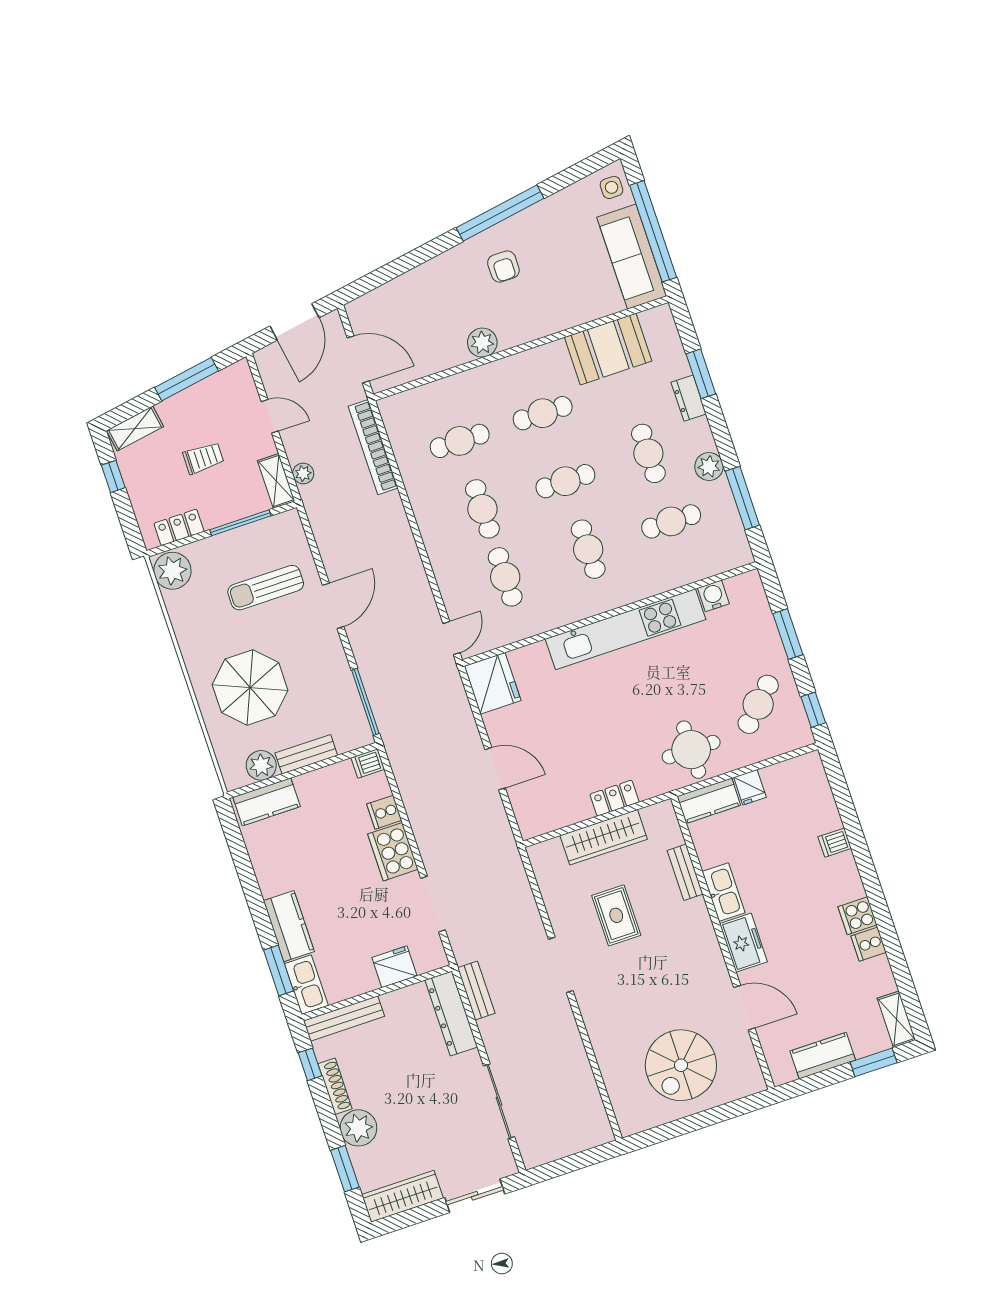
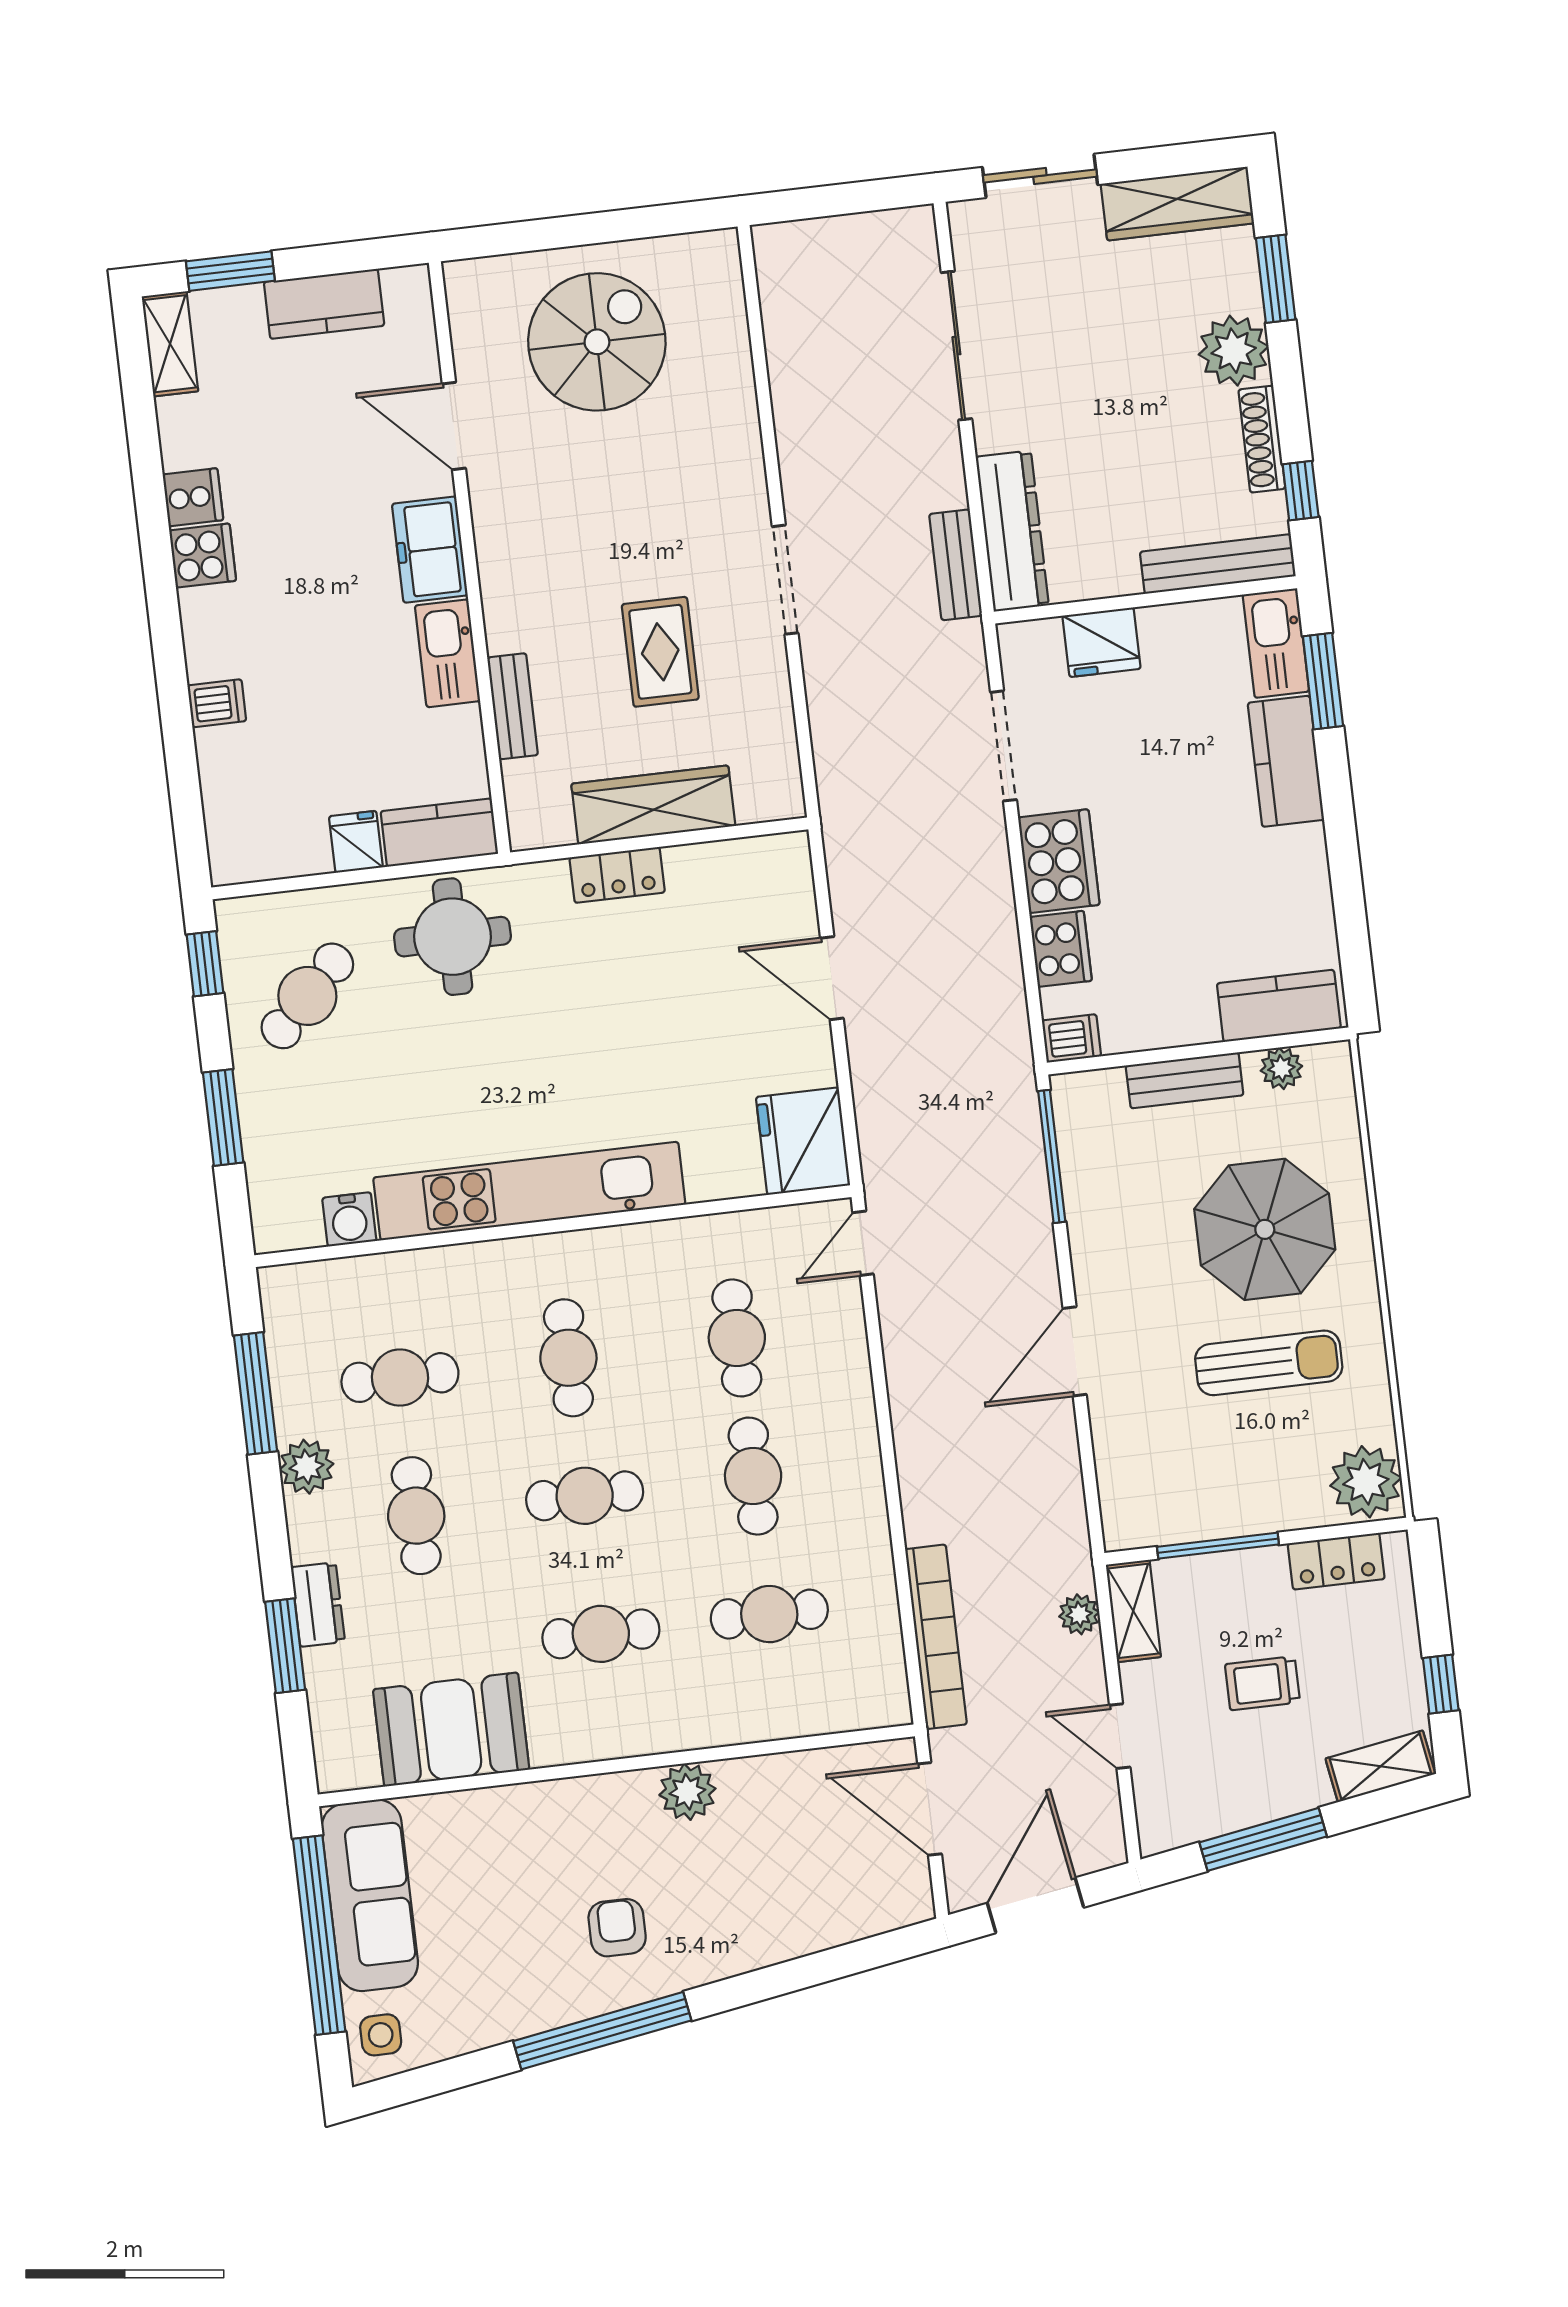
sun lounger: (266, 588) -> (1269, 1363), moved
plant: (261, 765) -> (1281, 1068), width x0.73, depth x0.73
cooker: (384, 812) -> (1061, 949), width x1.36

